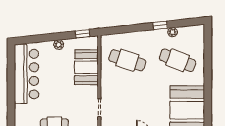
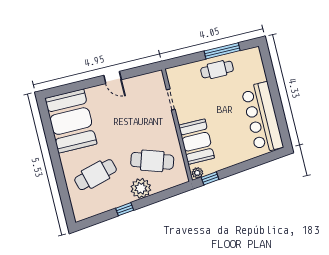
plant: (172, 32) -> (141, 188), moved, width x1.87, depth x1.87
plant: (59, 45) -> (197, 173), moved
cafe table: (178, 60) -> (96, 175), turned -36

